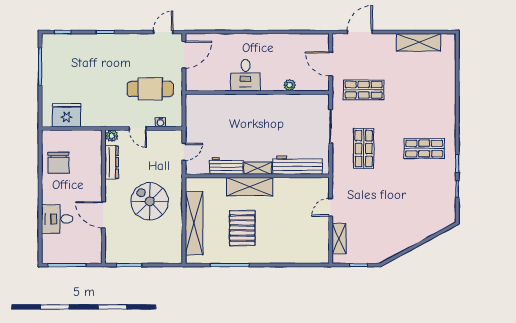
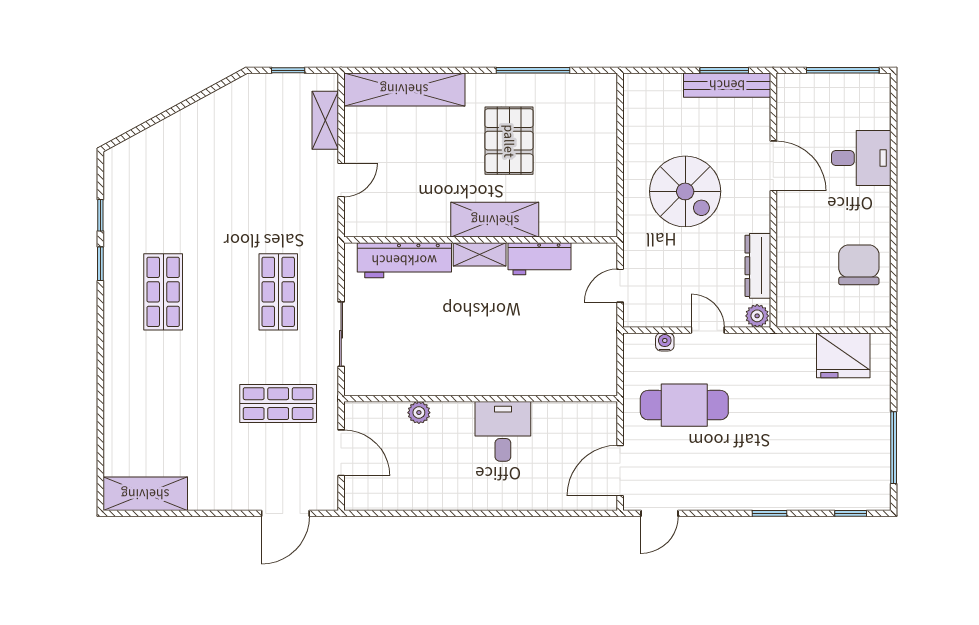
shelving: (419, 42) -> (145, 494), moved
shop shelf: (424, 149) -> (163, 292), turned 90
shelving: (194, 223) -> (404, 89), moved, turned 90
bench: (128, 257) -> (727, 85), added

